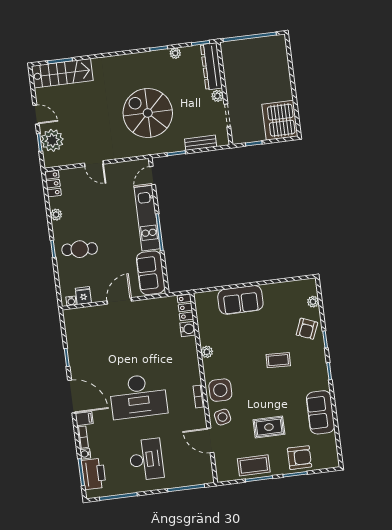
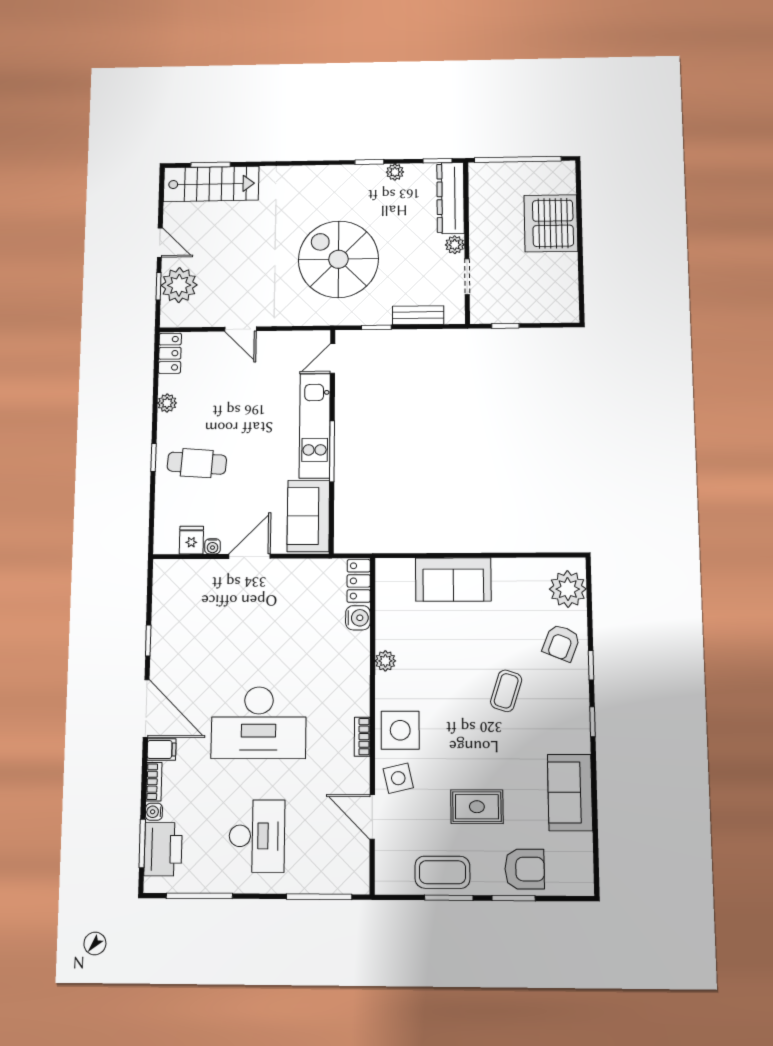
server rack: (280, 120) -> (551, 223), moved
water cooler: (71, 301) -> (213, 546), moved
plant: (313, 302) -> (568, 589), width x1.88, depth x1.88
coffee table: (278, 360) -> (506, 691), turned -74

